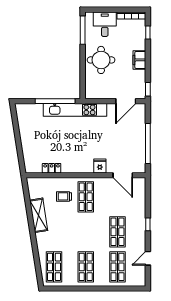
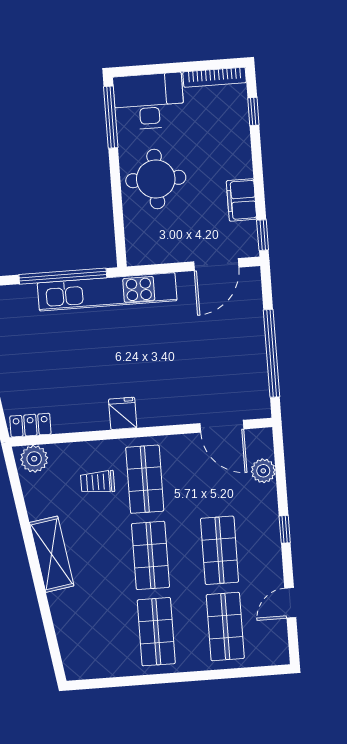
desk: (105, 24) -> (149, 101), width x1.37
filing cabinet: (139, 60) -> (242, 200), moved
fridge: (100, 166) -> (123, 413), moved
locker: (52, 168) -> (30, 425), moved
plant: (36, 184) -> (34, 459), added
plant: (140, 197) -> (263, 471), added
shelving: (39, 215) -> (52, 554), moved
shop shelf: (54, 267) -> (151, 555), moved

